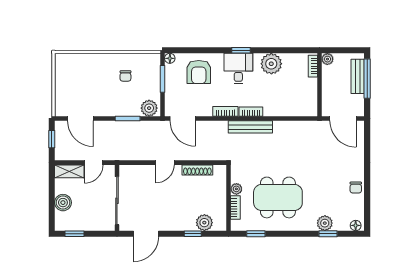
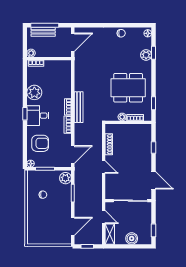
dining table: (278, 197) -> (128, 88), turned 90
plant: (204, 223) -> (146, 139), removed

